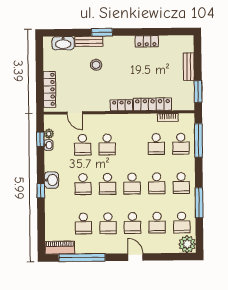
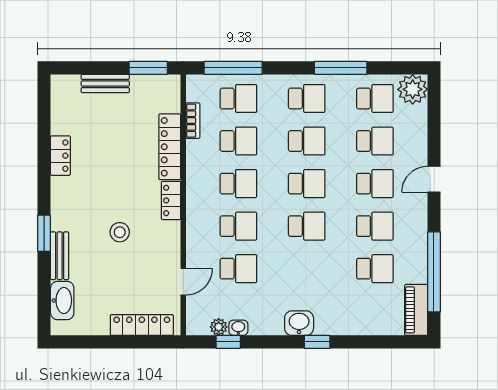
stool: (96, 65) -> (120, 232), moved
school desk: (83, 184) -> (238, 184), moved

